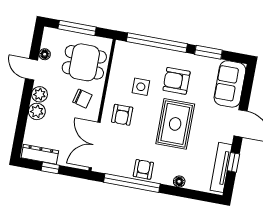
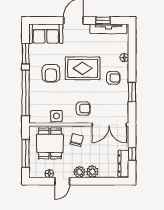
side table: (141, 87) -> (56, 116), moved
armchair: (143, 169) -> (113, 78), moved, turned 180
window: (132, 183) -> (132, 92), width x0.47

